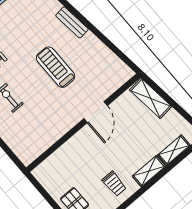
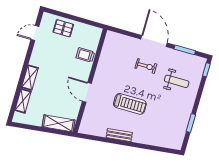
bench: (72, 22) -> (119, 135), moved
trolley: (114, 184) -> (85, 55), moved

